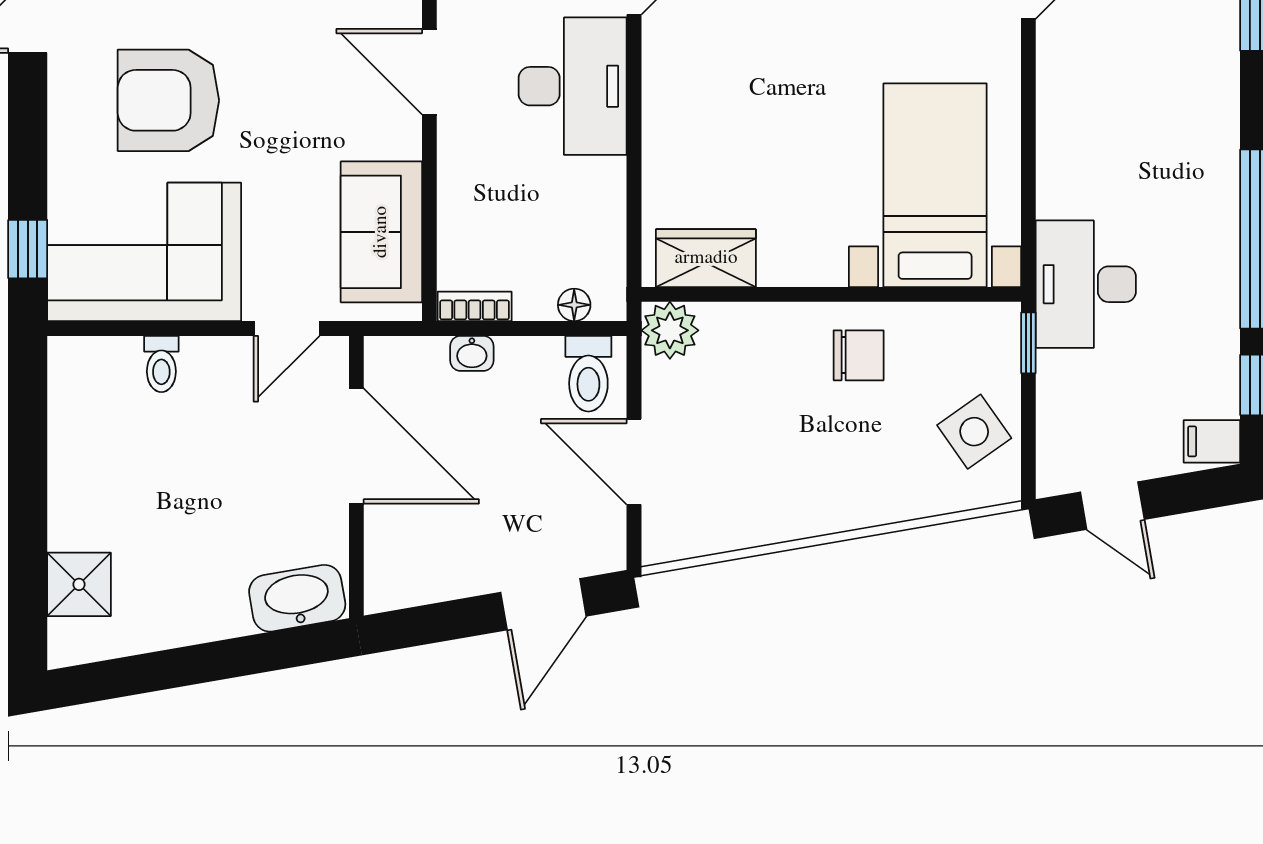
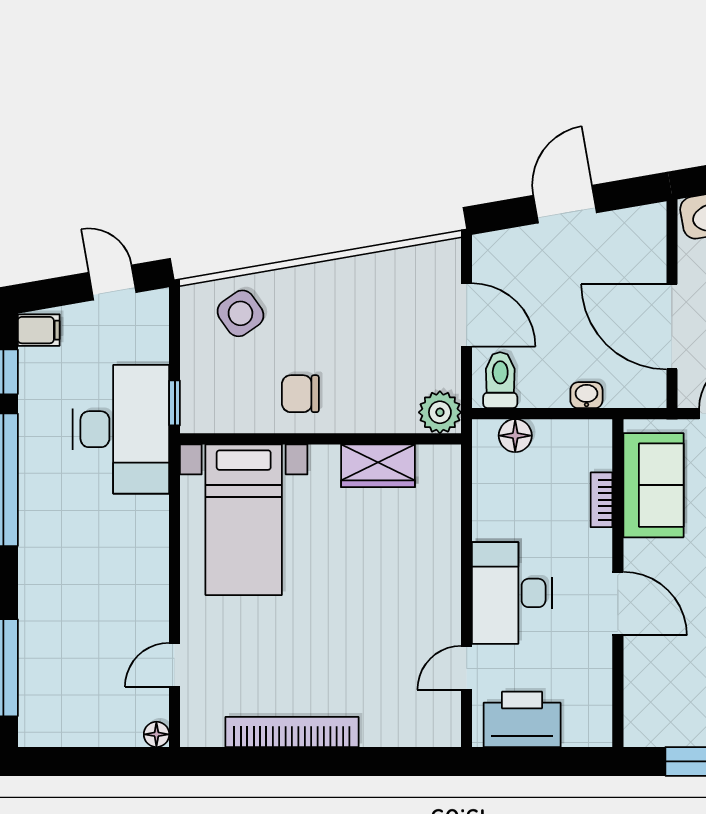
wardrobe: (706, 258) -> (378, 466), moved
desk: (1086, 284) -> (121, 429), width x1.36, depth x1.30
floor lamp: (574, 305) -> (515, 436), width x1.37, depth x1.37
bookcase: (475, 306) -> (602, 500), moved, turned 90
side table: (974, 432) -> (240, 313), moved
door: (543, 604) -> (565, 204), moved

